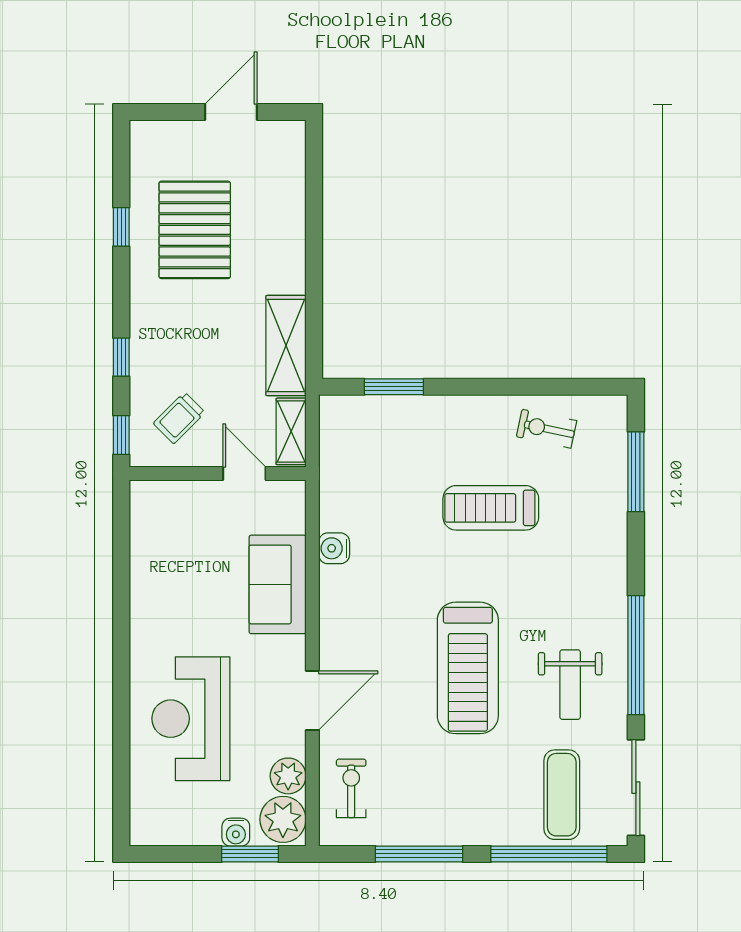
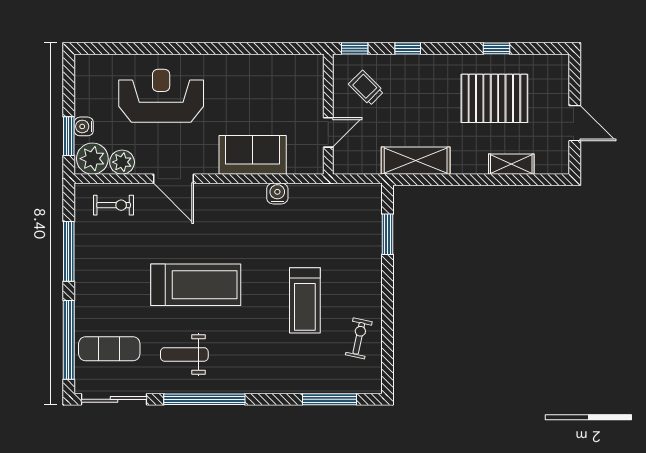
shelving: (291, 431) -> (511, 164), moved
treadmill: (491, 508) -> (305, 300), turned 180
treadmill: (468, 668) -> (196, 285), turned 180

